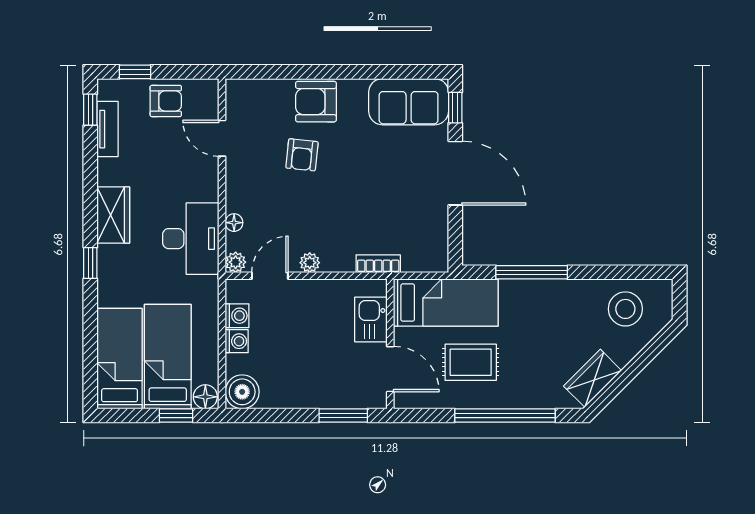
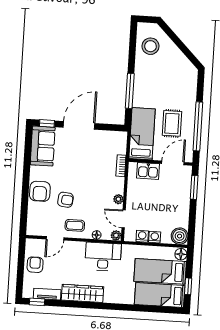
window: (135, 72) -> (20, 279), removed
coffee table: (251, 177) -> (75, 225), added
wardrobe: (113, 215) -> (82, 293), width x1.50
window: (90, 263) -> (112, 306), removed
wardrobe: (593, 378) -> (183, 64), removed
window: (176, 415) -> (188, 286), moved
window: (505, 415) -> (198, 126), moved

